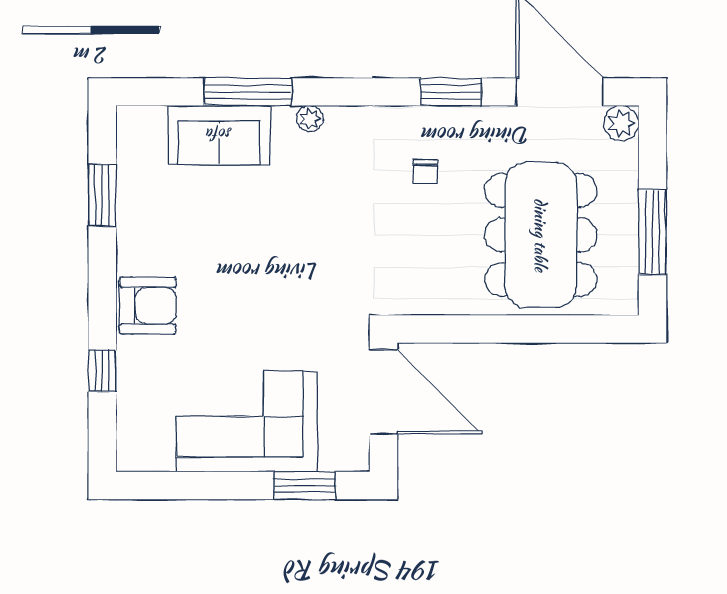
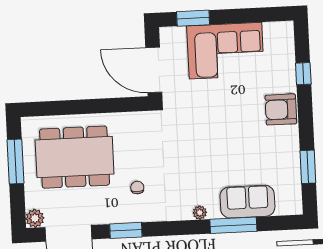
dining table: (541, 235) -> (75, 157), turned 90

